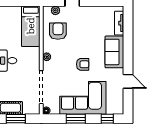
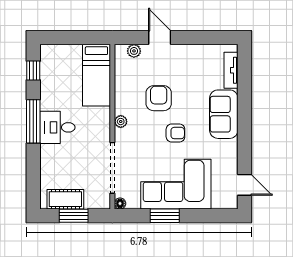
armchair: (58, 31) -> (159, 98), moved
door: (128, 81) -> (245, 185), moved
window: (107, 119) -> (213, 216), removed

